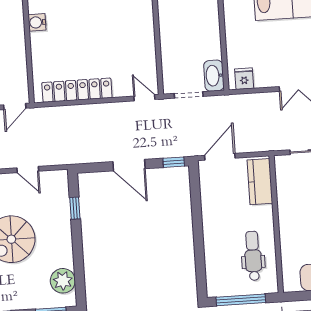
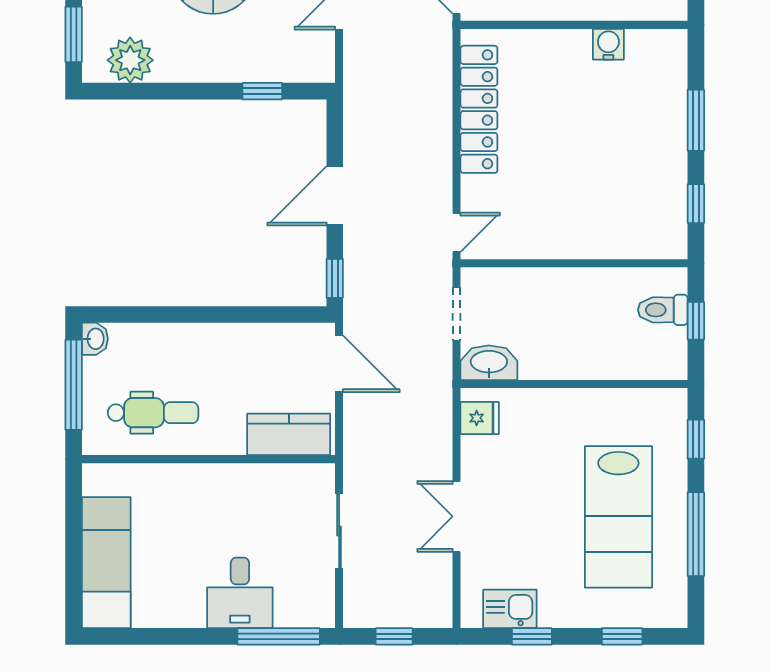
washbasin: (215, 290) -> (95, 339), added

